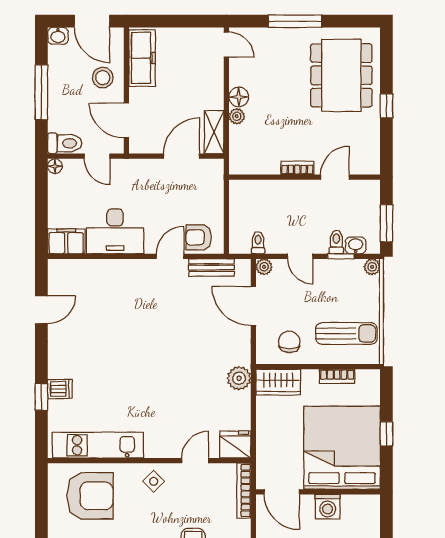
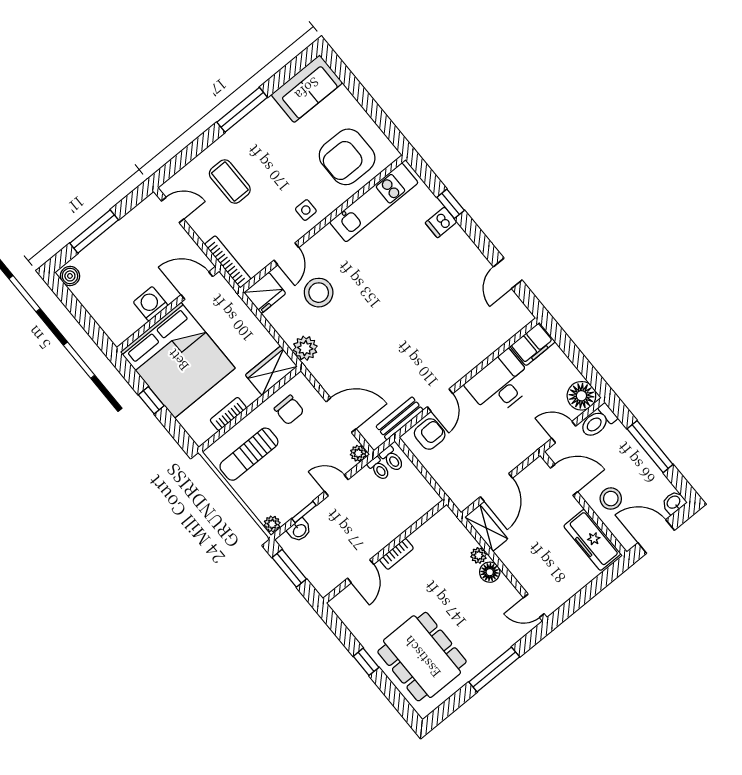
floor lamp: (55, 166) -> (581, 396), width x1.89, depth x1.89
toilet: (336, 242) -> (392, 459), moved
stool: (195, 412) -> (319, 293), added
side table: (154, 481) -> (306, 210), turned 45

